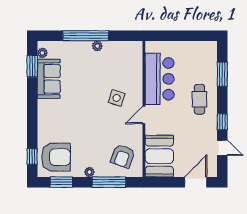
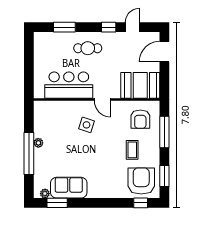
coffee table: (90, 147) -> (132, 150), added
armchair: (123, 156) -> (140, 119), turned 70
plant: (89, 172) -> (155, 150), removed
door: (196, 182) -> (164, 52), hinge flipped

